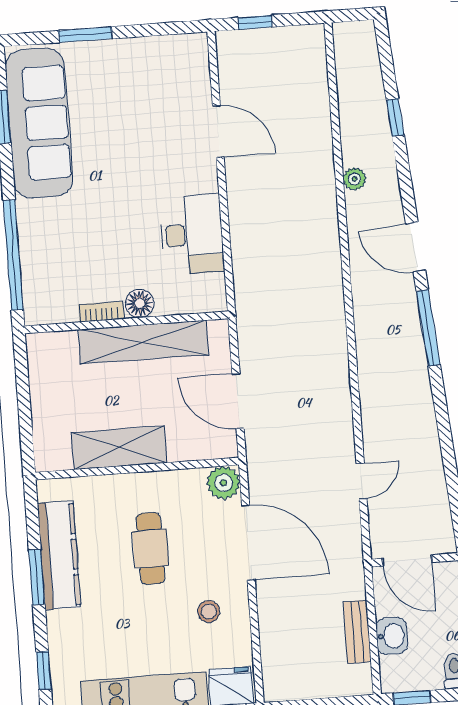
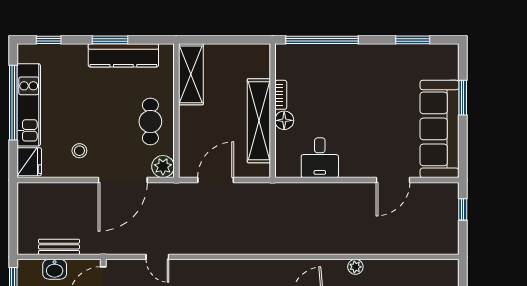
sofa: (39, 123) -> (439, 129), moved, turned 90
desk: (192, 235) -> (320, 158), width x0.73
shelving: (119, 448) -> (191, 74), moved
cafe table: (151, 548) -> (150, 122), moved, turned 90

